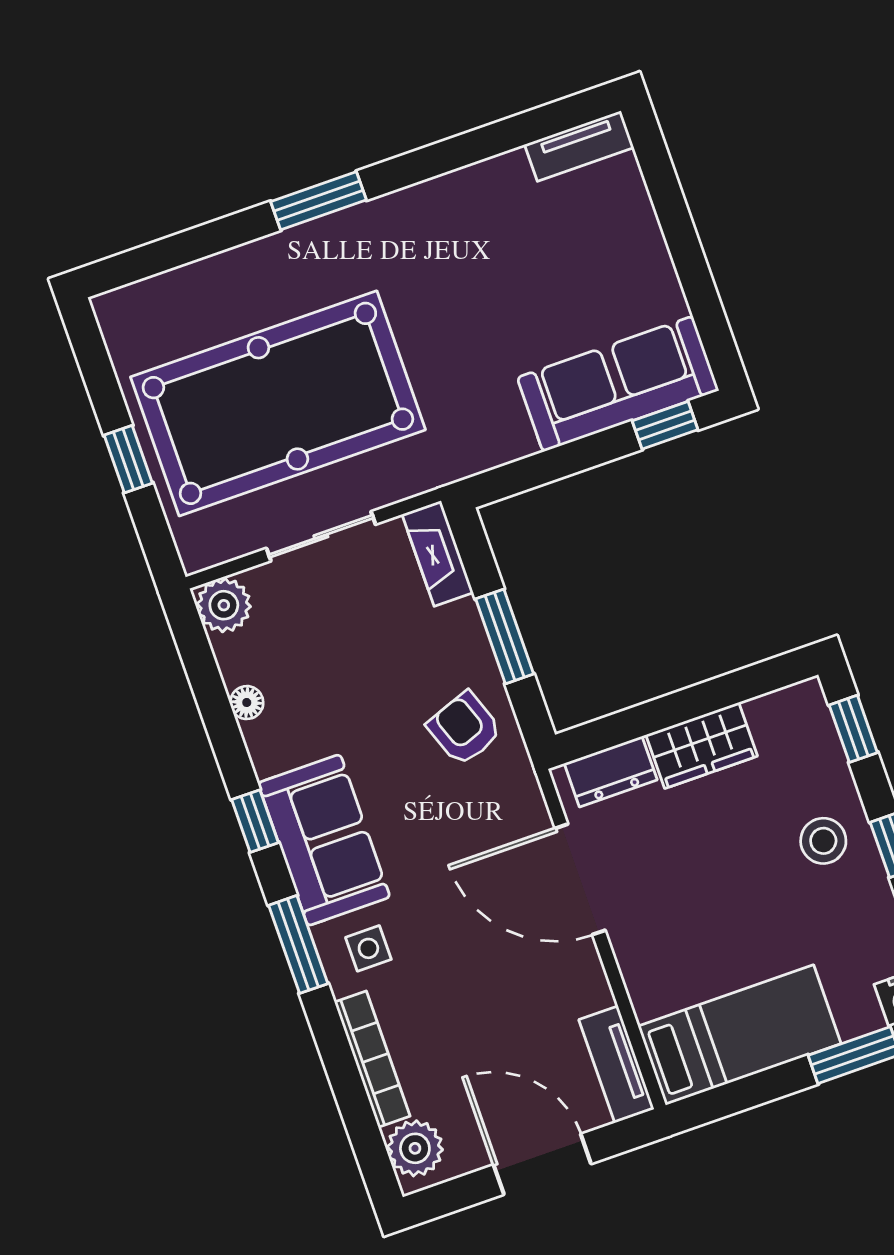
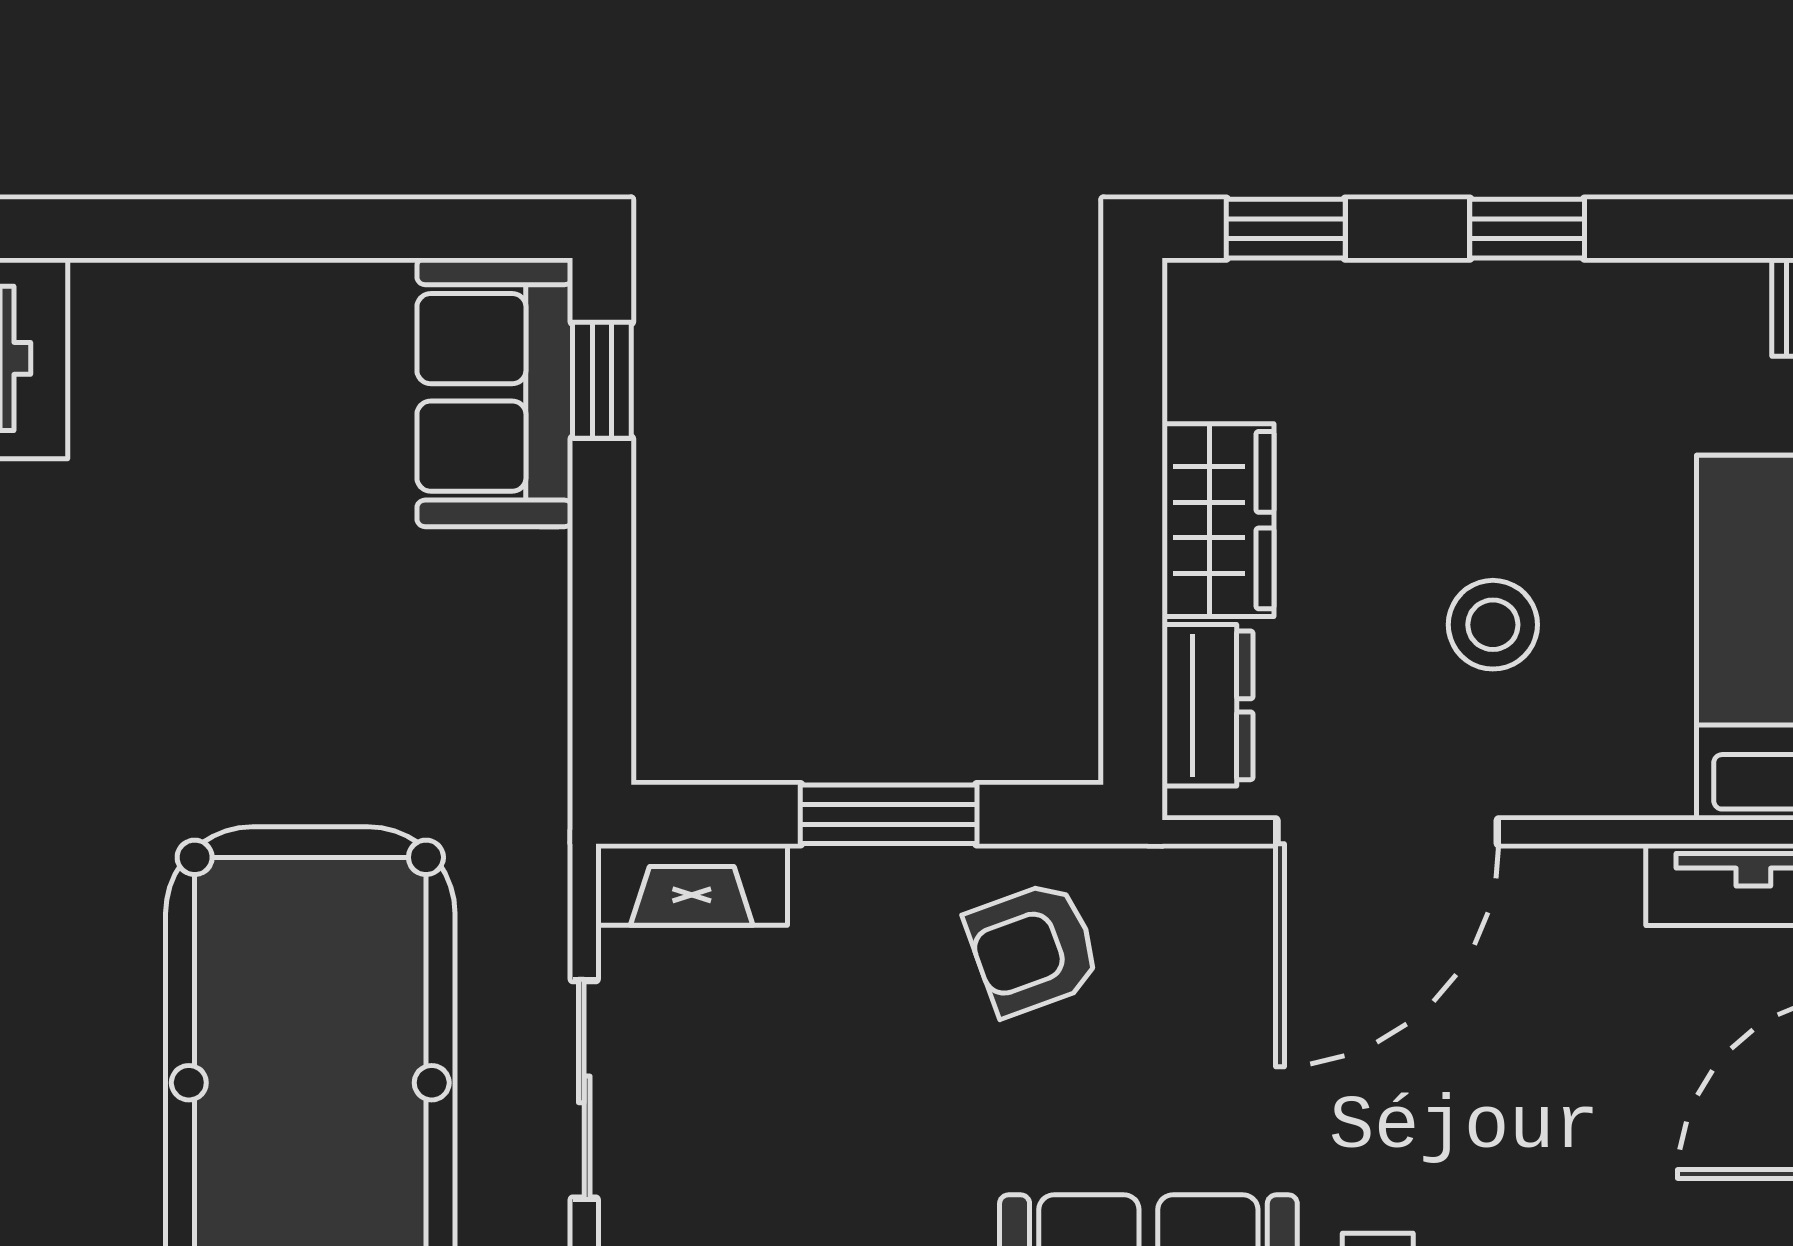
sofa: (618, 384) -> (495, 392), width x0.73
stool: (823, 841) -> (1493, 625), moved

